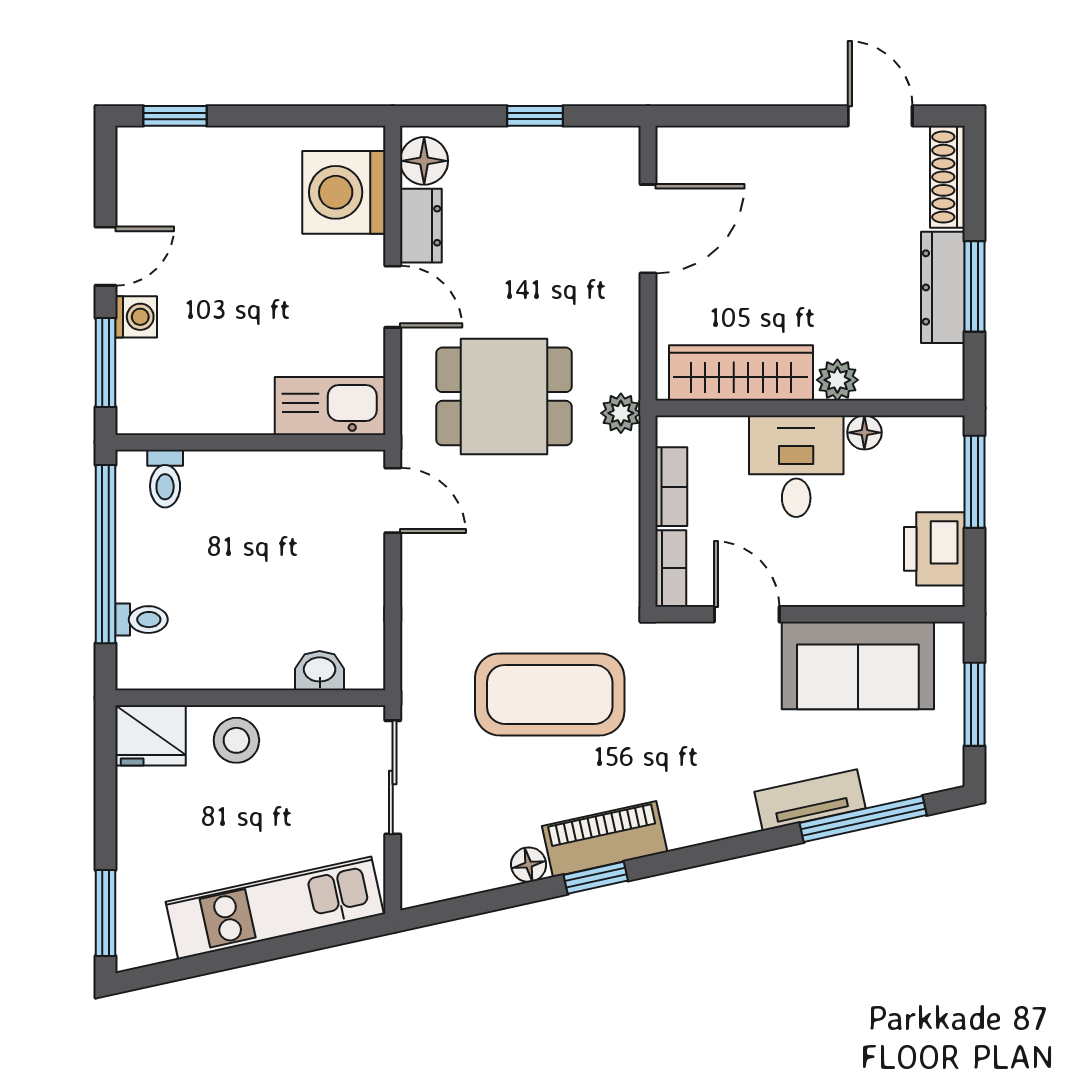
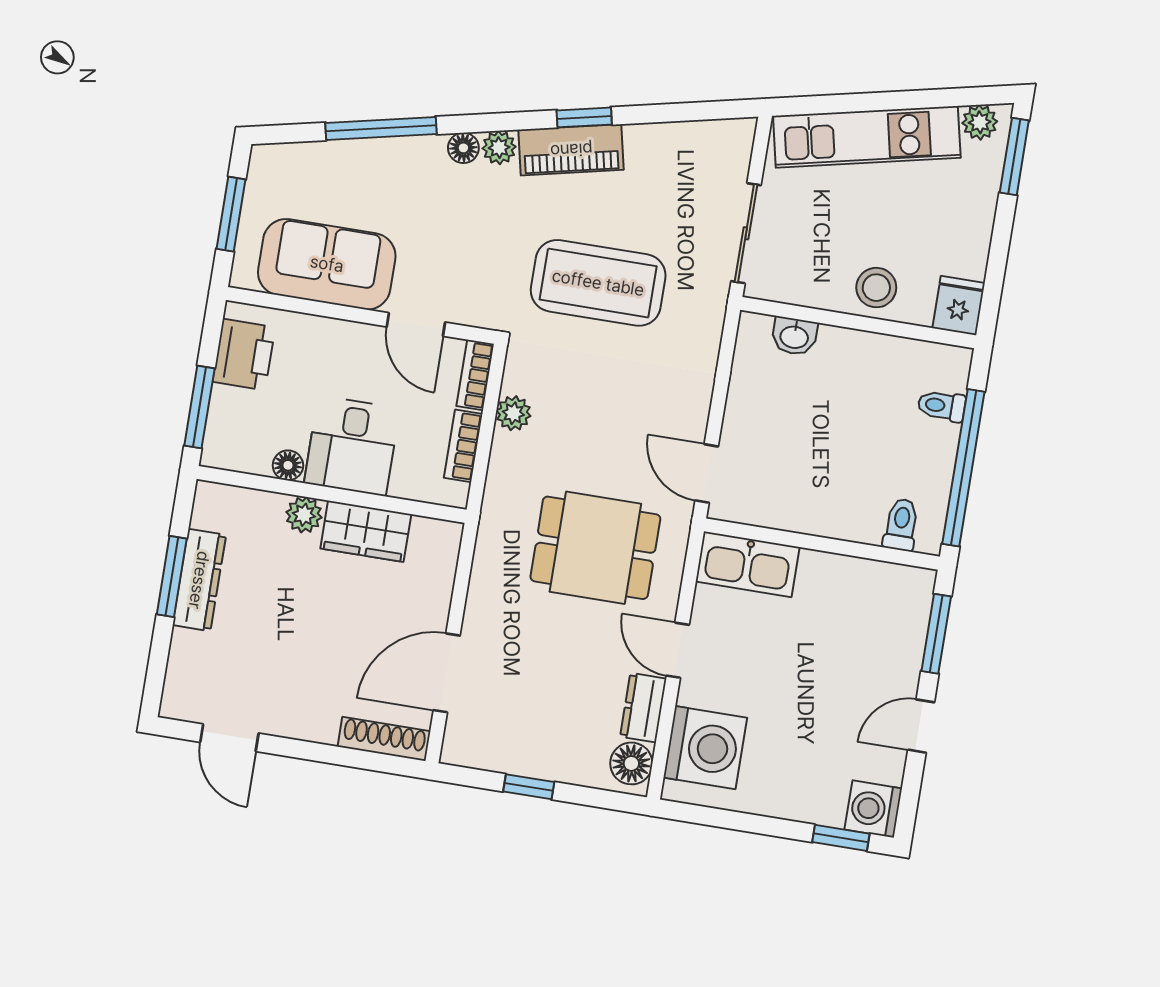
shoe rack: (947, 177) -> (384, 739), moved, turned -90
washing machine: (136, 317) -> (873, 809), moved, width x1.38, depth x1.38
wardrobe: (741, 373) -> (366, 531), width x0.67
plant: (621, 413) -> (513, 413), moved
fridge: (150, 735) -> (959, 306), width x0.72
tv unit: (810, 800) -> (387, 154), removed
window: (863, 819) -> (381, 128), moved
plant: (686, 828) -> (499, 148), added
floor lamp: (529, 865) -> (463, 148), moved
plant: (151, 945) -> (980, 122), added

